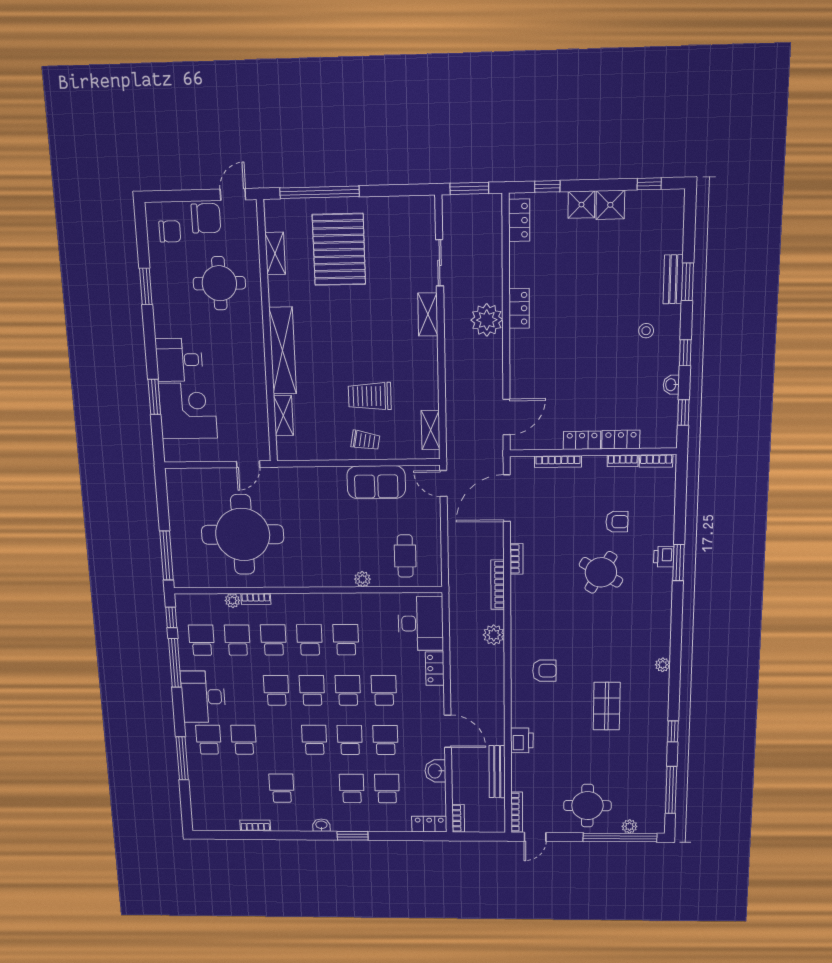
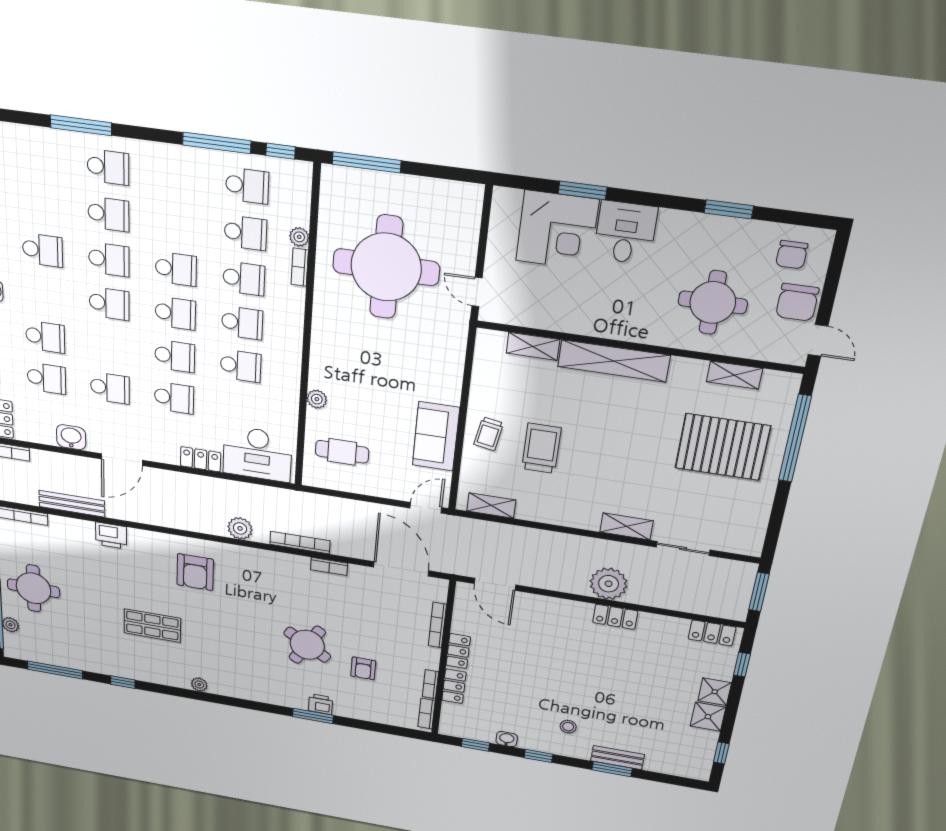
armchair: (544, 671) -> (195, 572), width x1.38, depth x1.38
desk: (203, 697) -> (168, 172), removed
school desk: (350, 740) -> (109, 259), moved

